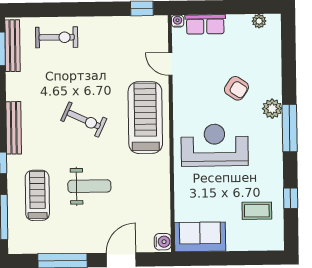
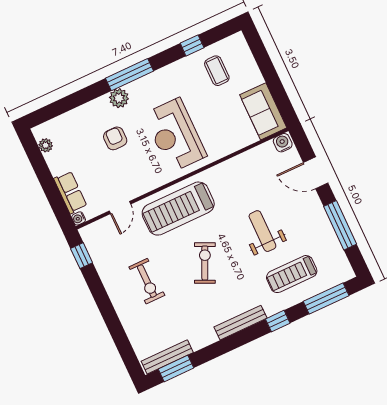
exercise bike: (57, 37) -> (147, 281), moved, turned 180
armchair: (236, 88) -> (115, 138), turned -34

